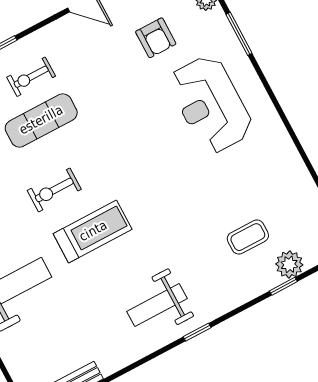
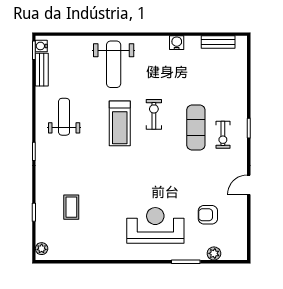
exercise bike: (31, 77) -> (223, 135), turned 180
plant: (289, 264) -> (44, 222), removed
weight bench: (157, 305) -> (64, 117), moved

